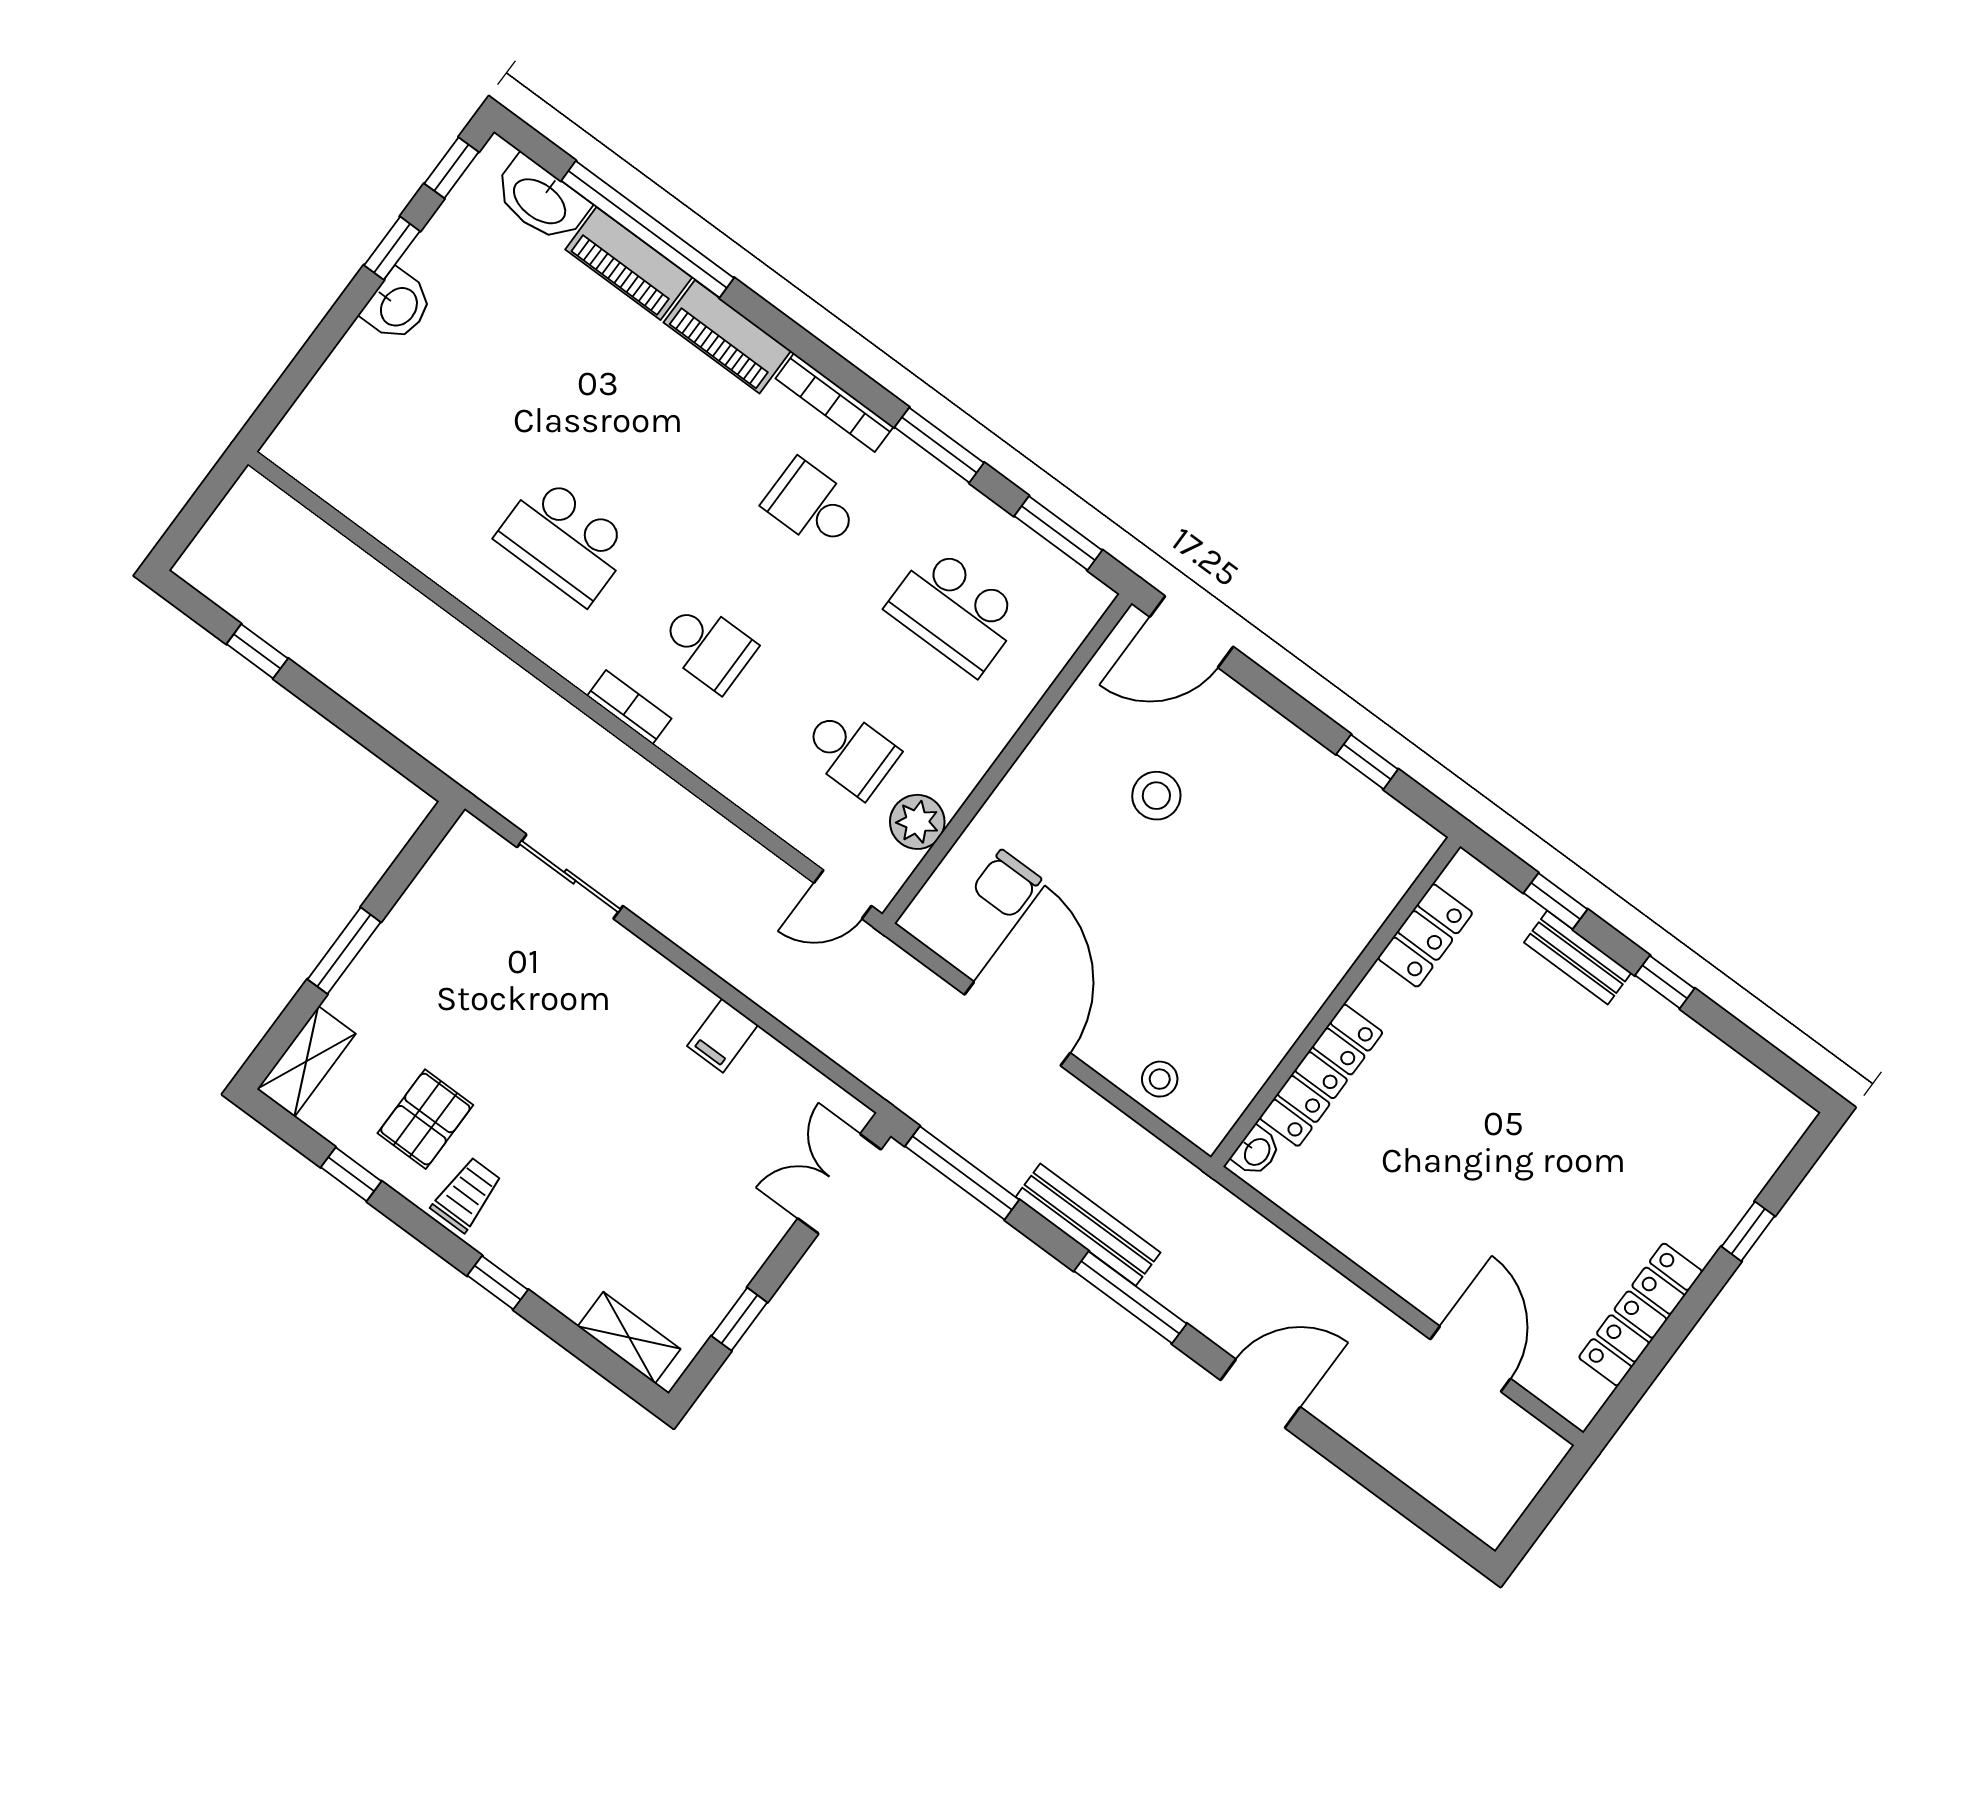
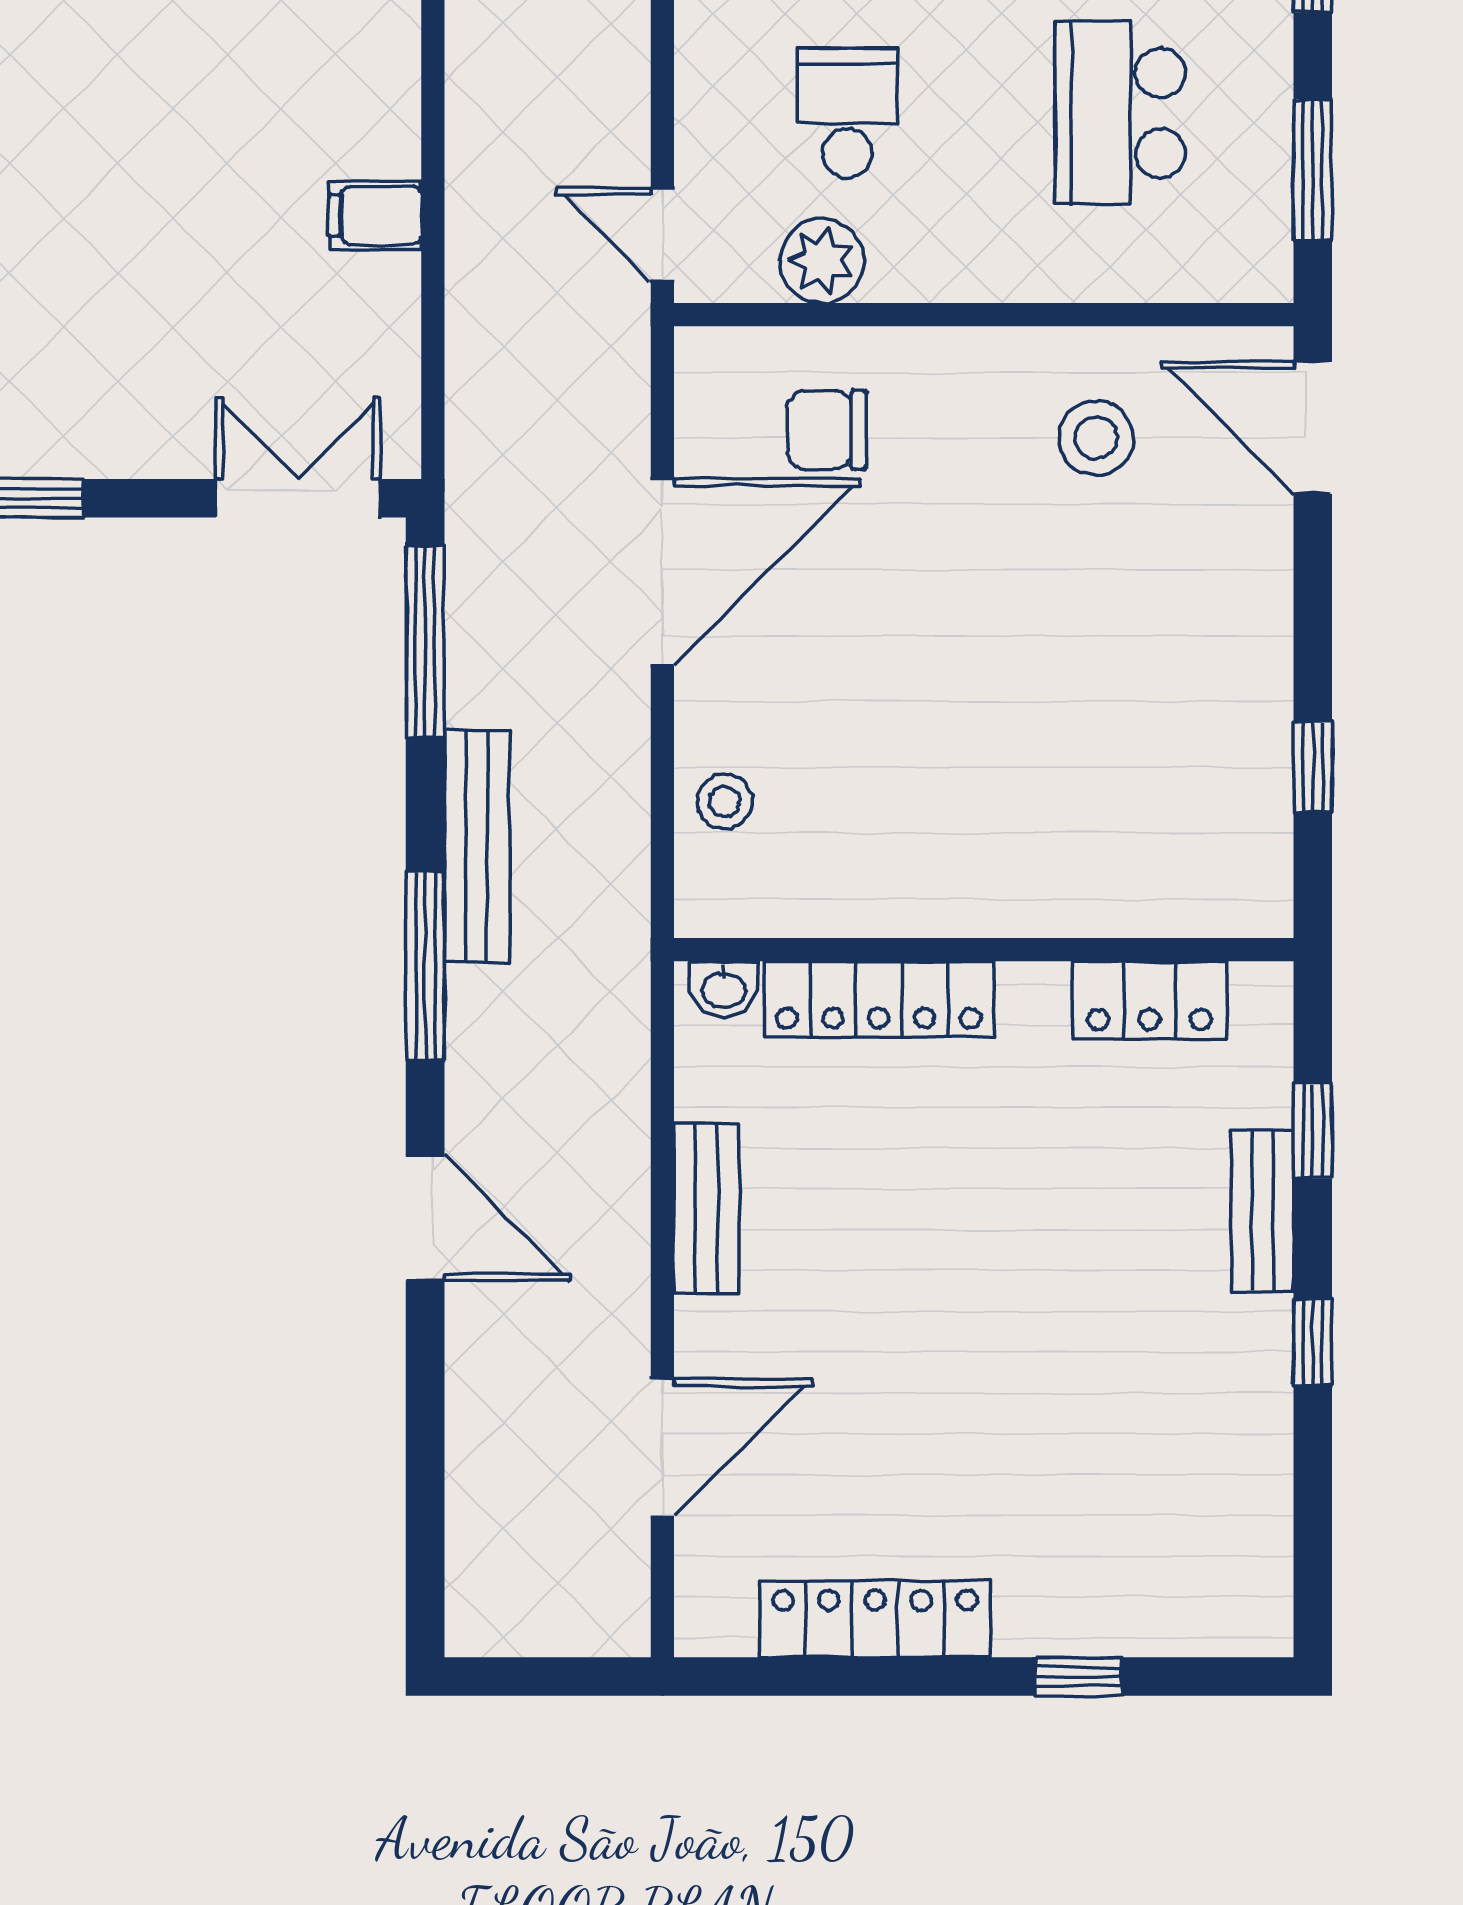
school desk: (850, 752) -> (847, 113), turned 180
stool: (1156, 796) -> (1096, 438), moved
bench: (1363, 1244) -> (706, 1208), added

